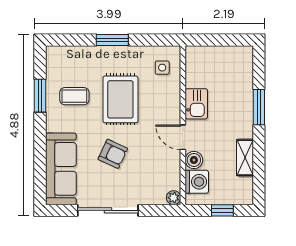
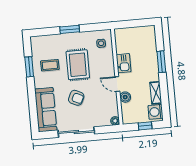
washing machine: (197, 182) -> (156, 112), moved, turned 180

